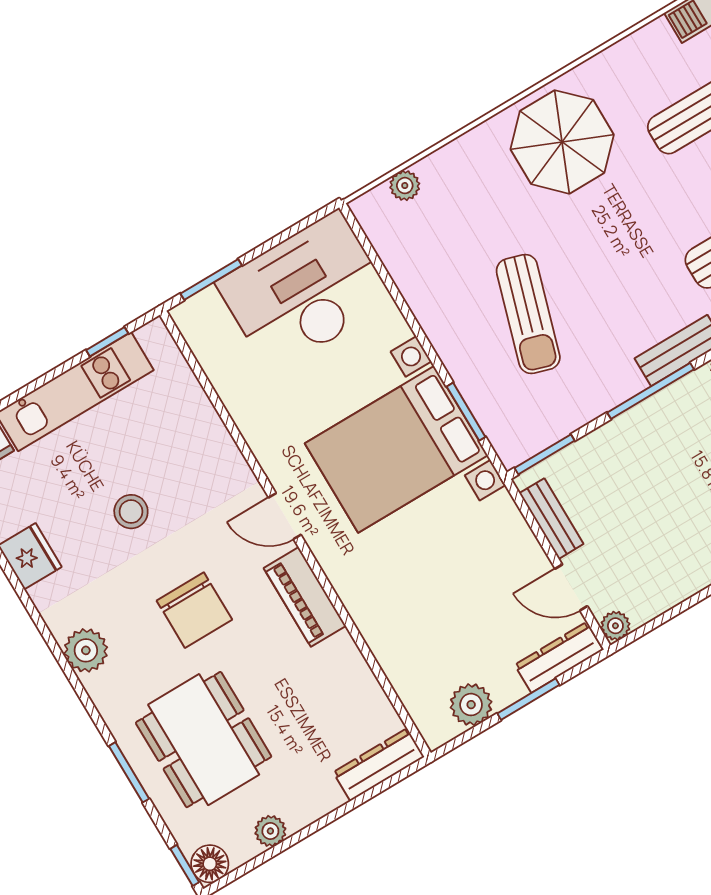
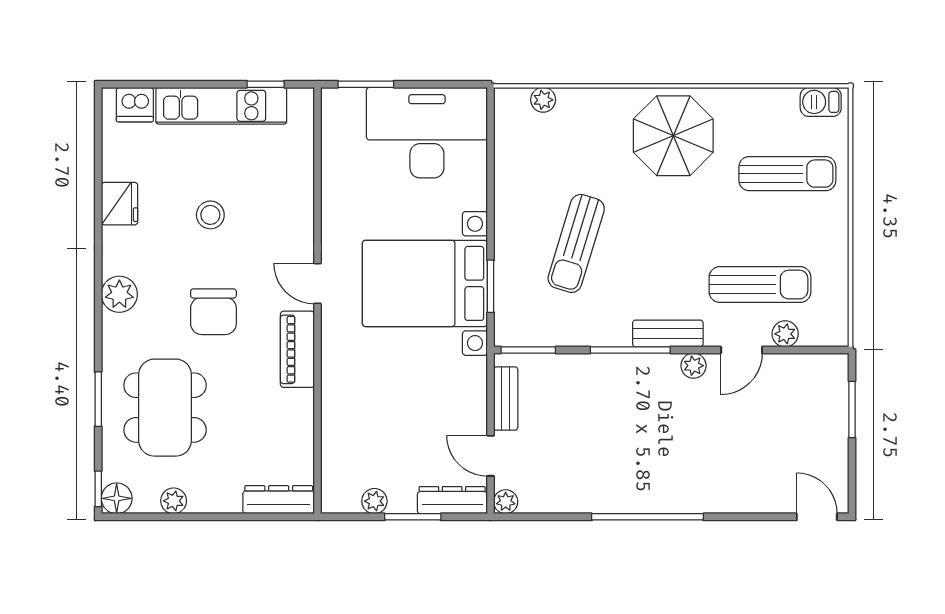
plant: (471, 705) -> (374, 501), width x0.73, depth x0.73

